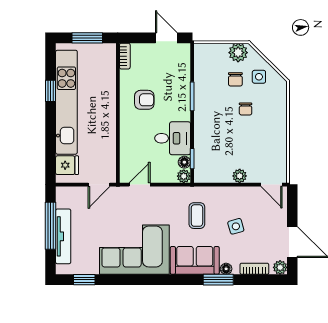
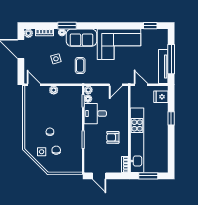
plant: (238, 53) -> (55, 167), removed
window: (50, 91) -> (171, 118), moved
kitchen unit: (66, 102) -> (137, 140), moved, turned 180
door: (99, 185) -> (141, 85), hinge flipped
tv unit: (63, 236) -> (163, 66), moved

